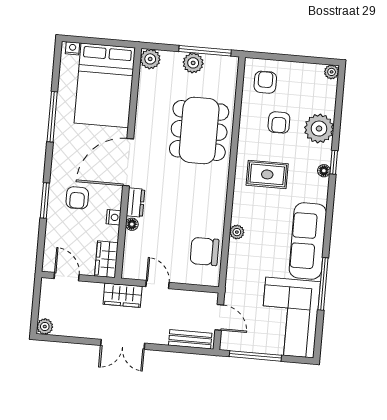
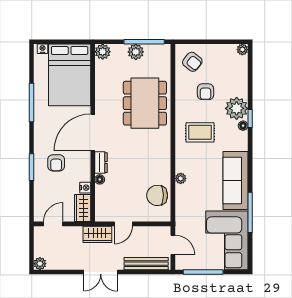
armchair: (265, 82) -> (192, 62), turned 129
plant: (319, 129) -> (237, 108), moved
nightstand: (114, 217) -> (85, 188), moved
door: (67, 277) -> (53, 224), hinge flipped
door: (157, 285) -> (123, 224), swing flipped
bench: (190, 339) -> (146, 264), width x1.36

